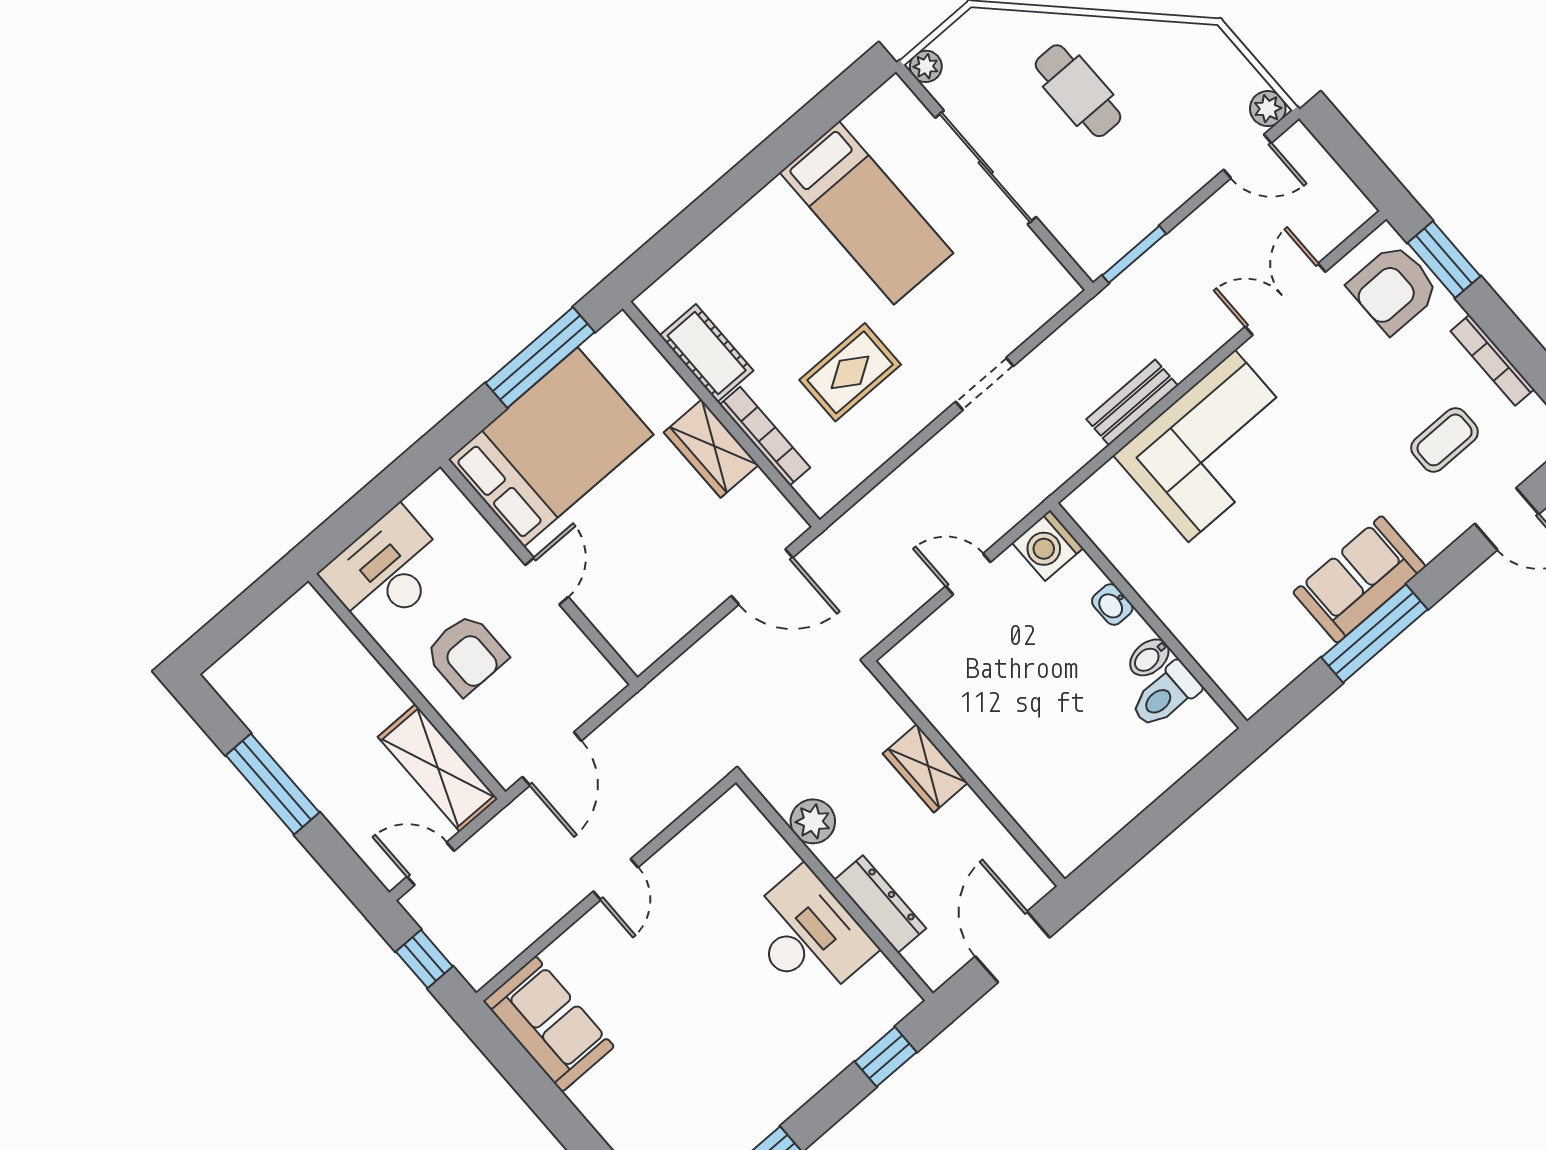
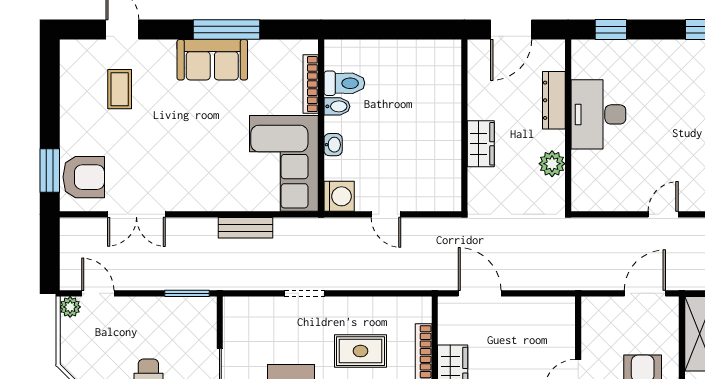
bookcase: (1492, 360) -> (311, 84), moved, turned 180
coffee table: (1445, 440) -> (120, 89), turned 90
corner sofa: (1212, 446) -> (284, 163), moved, turned -90

